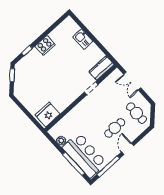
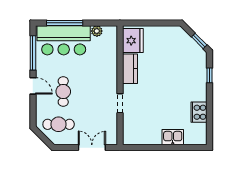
cooker: (45, 45) -> (199, 112), moved
kitchen counter: (101, 68) -> (130, 69), moved

